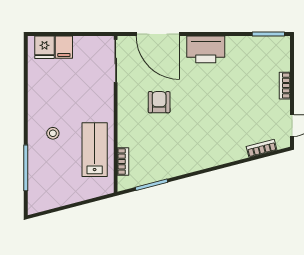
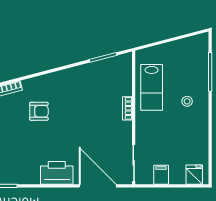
filing cabinet: (64, 47) -> (161, 175), moved
armchair: (159, 102) -> (39, 111), moved, turned -90
bookcase: (123, 161) -> (127, 108), moved

